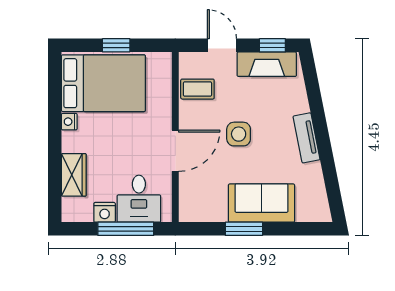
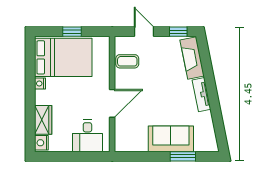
fireplace: (267, 64) -> (192, 58), moved, turned 79
side table: (239, 134) -> (155, 92), removed
nightstand: (105, 212) -> (41, 143), moved, turned 90
window: (126, 229) -> (78, 156), removed
window: (244, 229) -> (183, 156), moved

